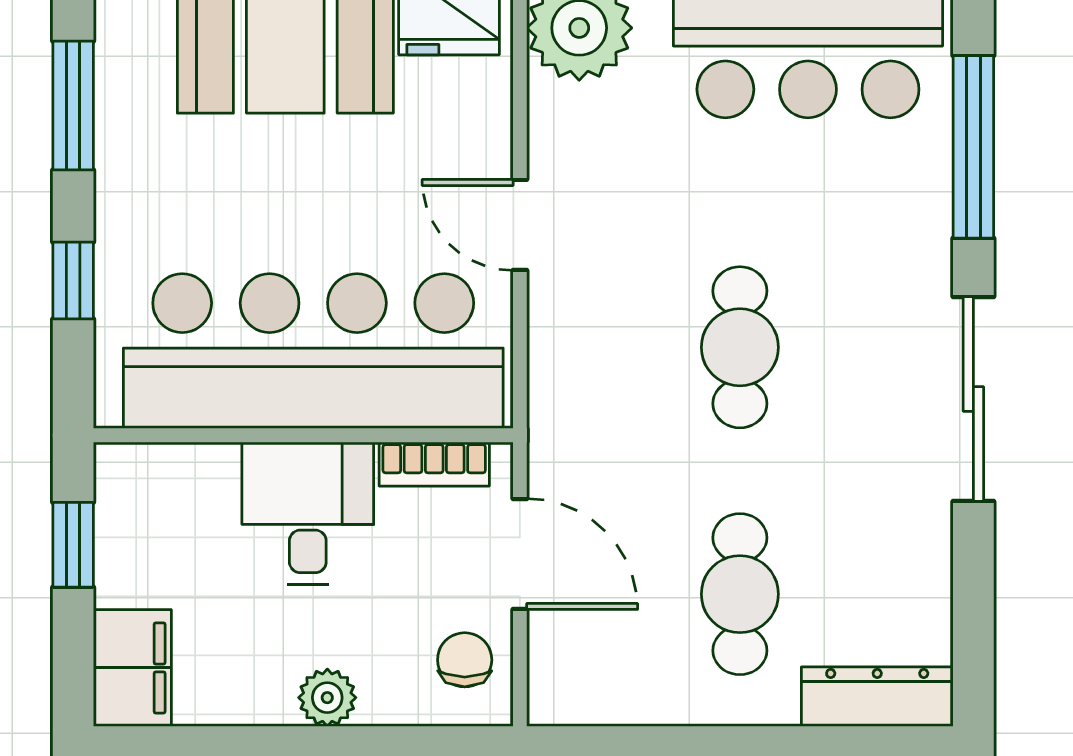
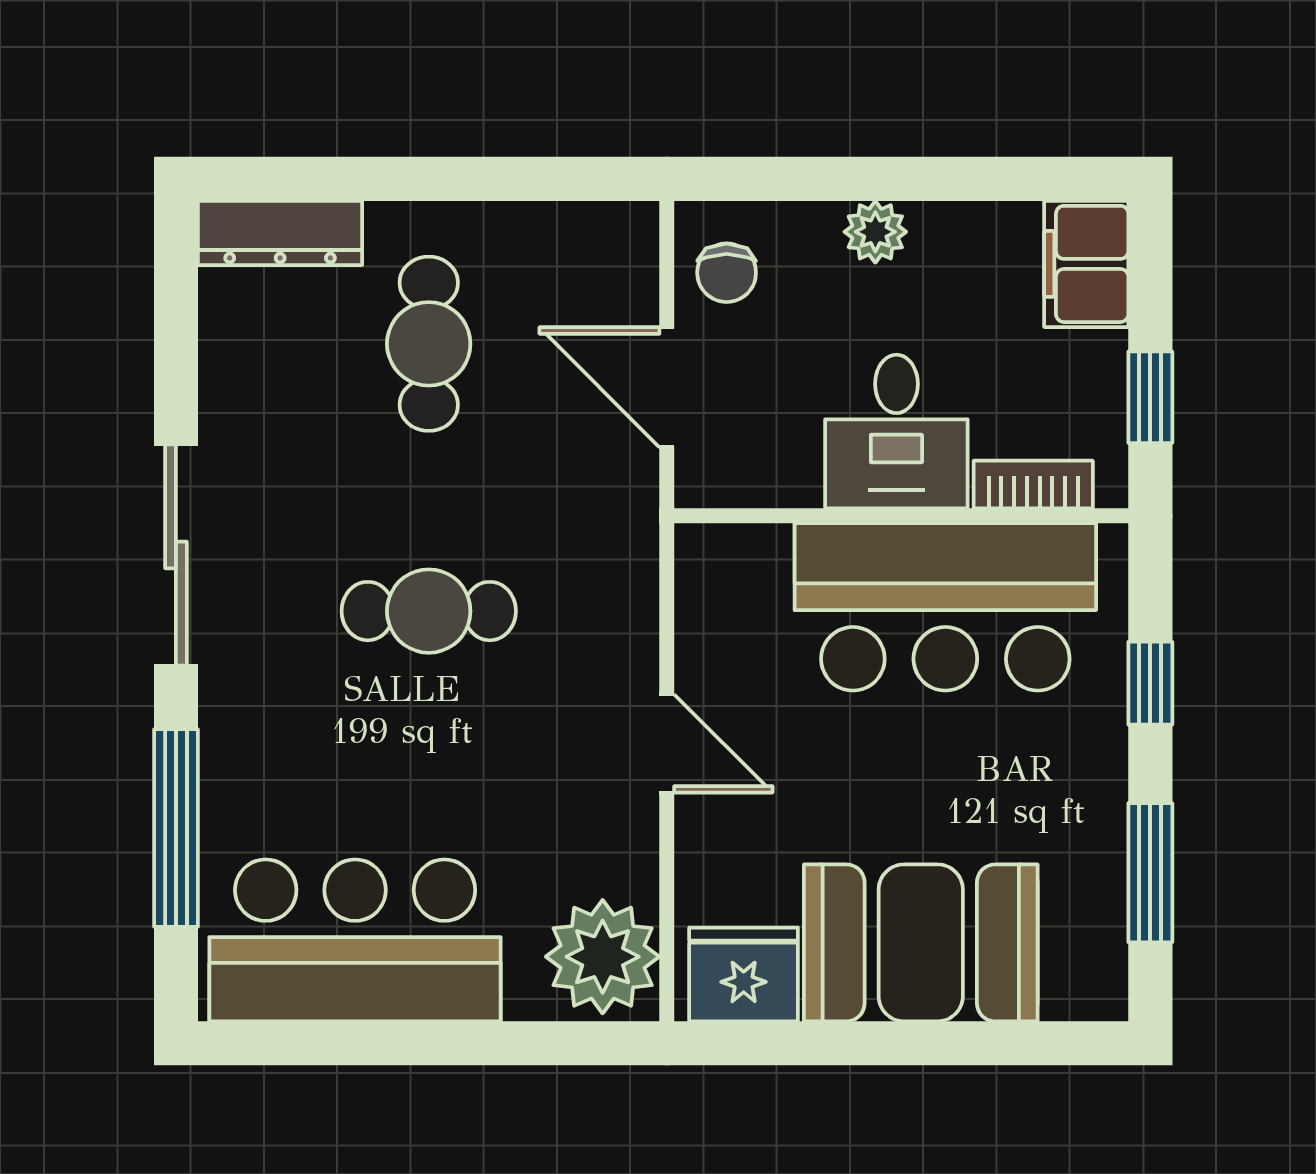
cafe table: (740, 347) -> (429, 611), turned 90
bar counter: (313, 351) -> (945, 607), width x0.73
bookcase: (434, 464) -> (1033, 485), moved

